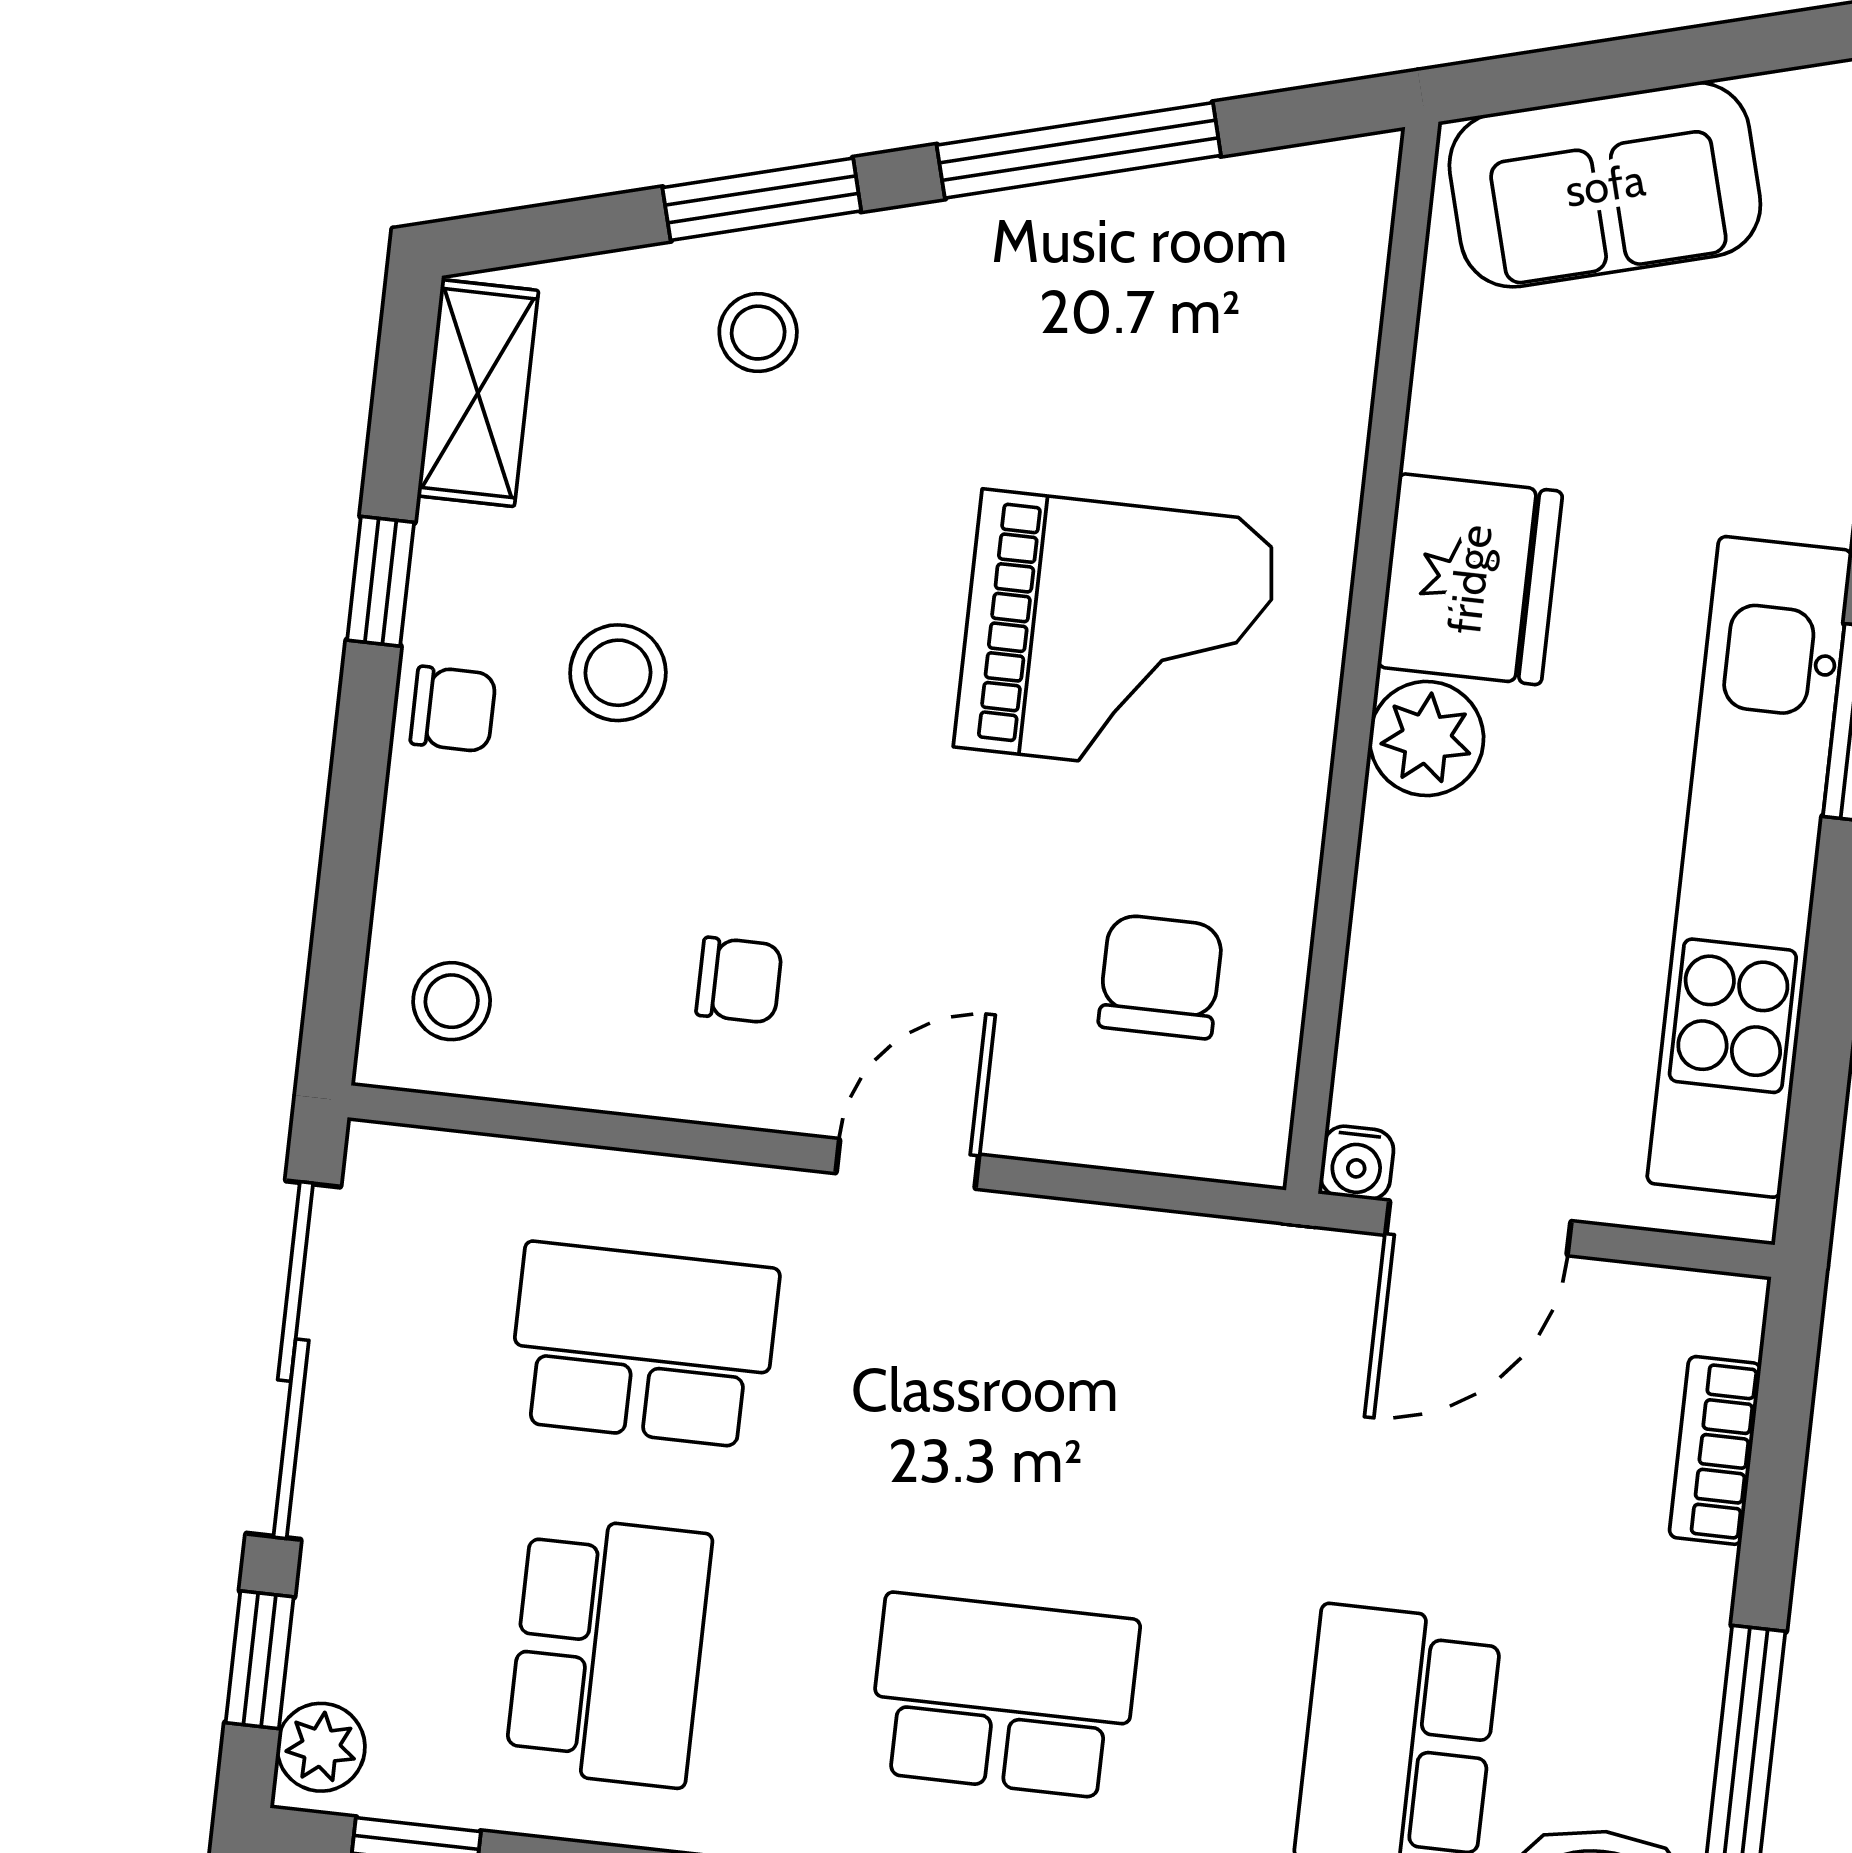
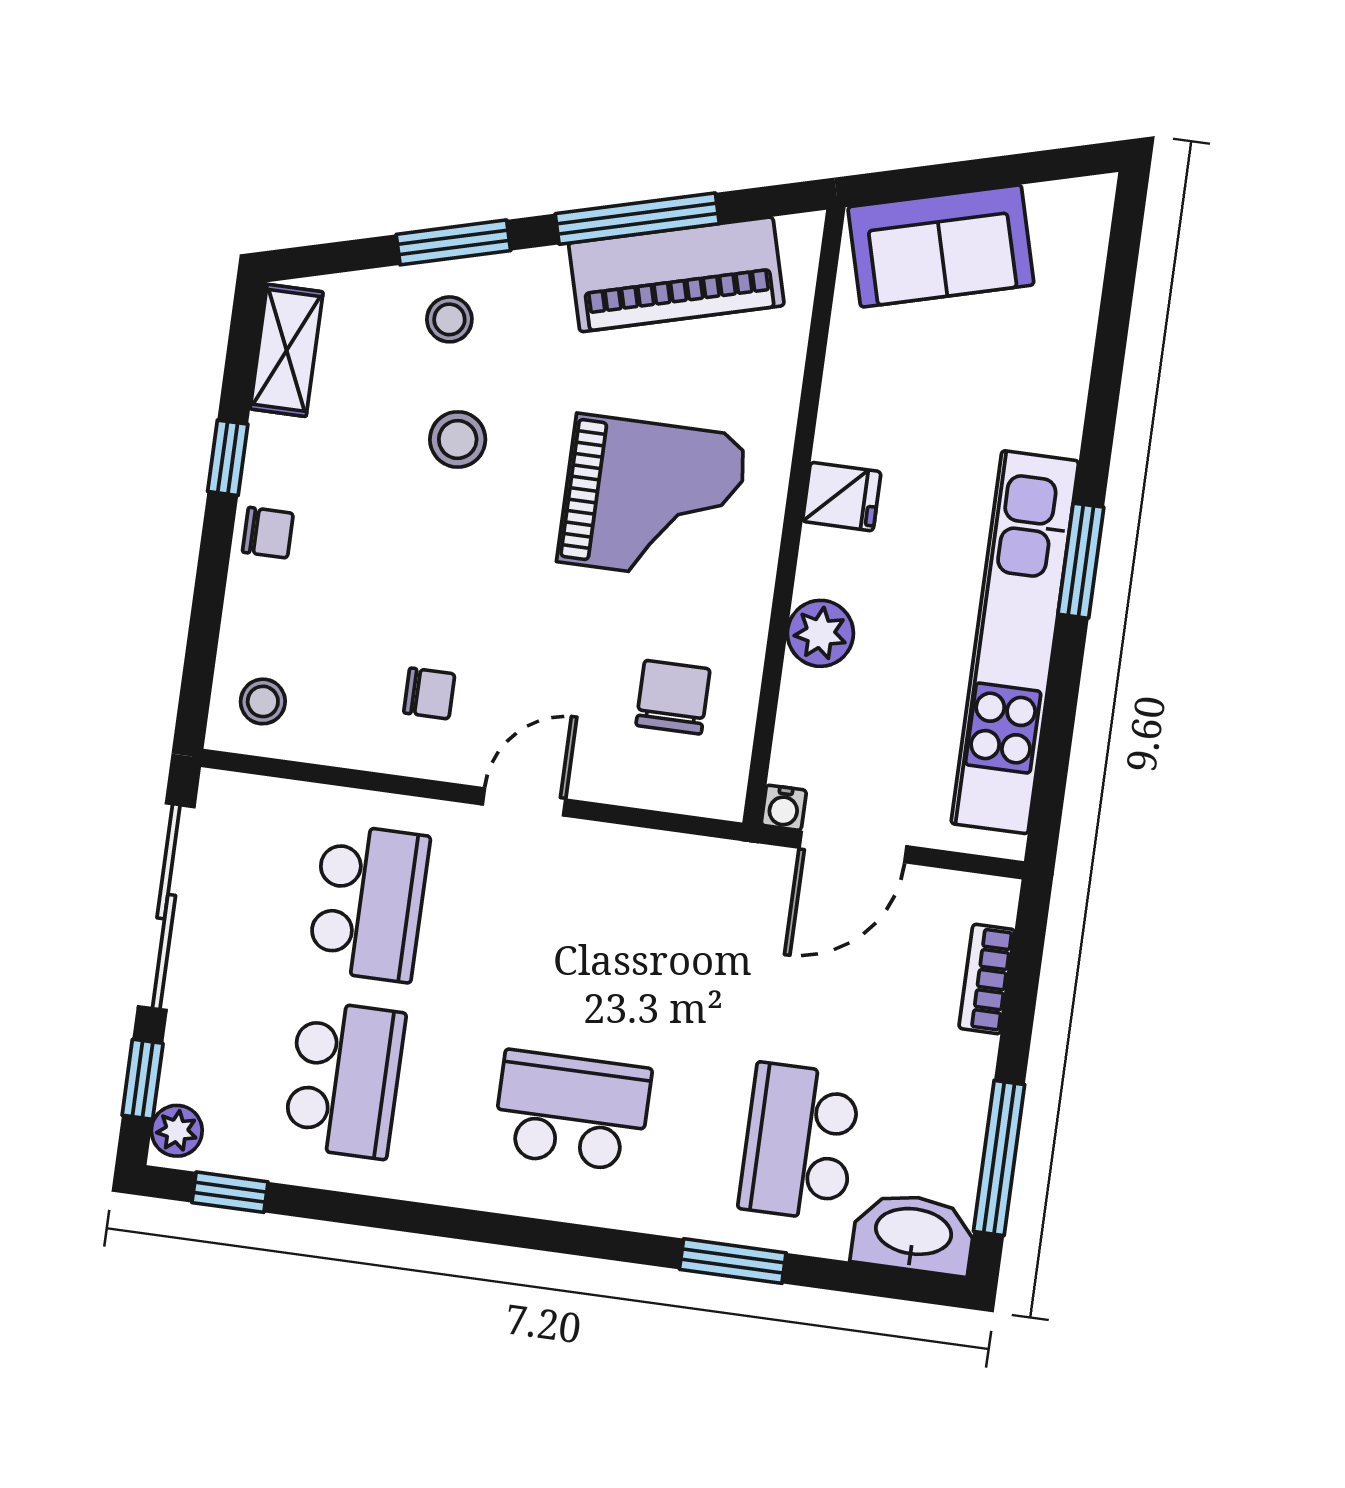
piano: (1149, 245) -> (676, 274), added
fridge: (1470, 579) -> (842, 497), width x0.53, depth x0.75
stool: (618, 673) -> (458, 439), moved
plant: (1426, 738) -> (820, 633), moved
school desk: (643, 1345) -> (369, 903), turned 90

